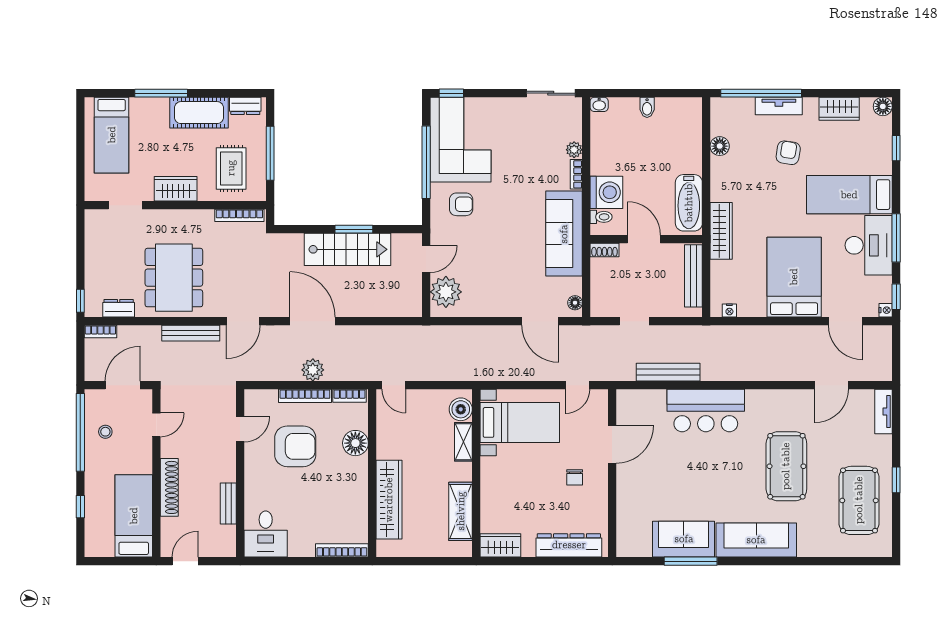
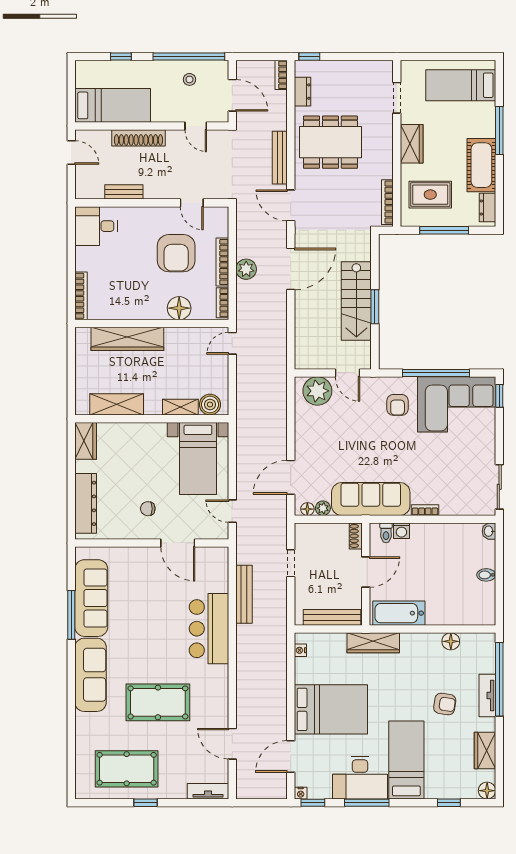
plant: (574, 150) -> (323, 508), moved
washing machine: (606, 192) -> (401, 531), width x0.53, depth x0.53
sofa: (684, 539) -> (91, 598), width x1.36

